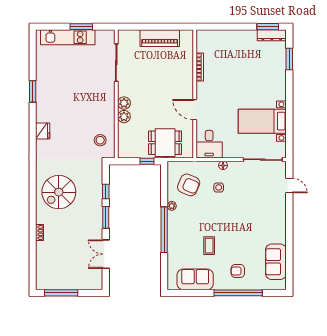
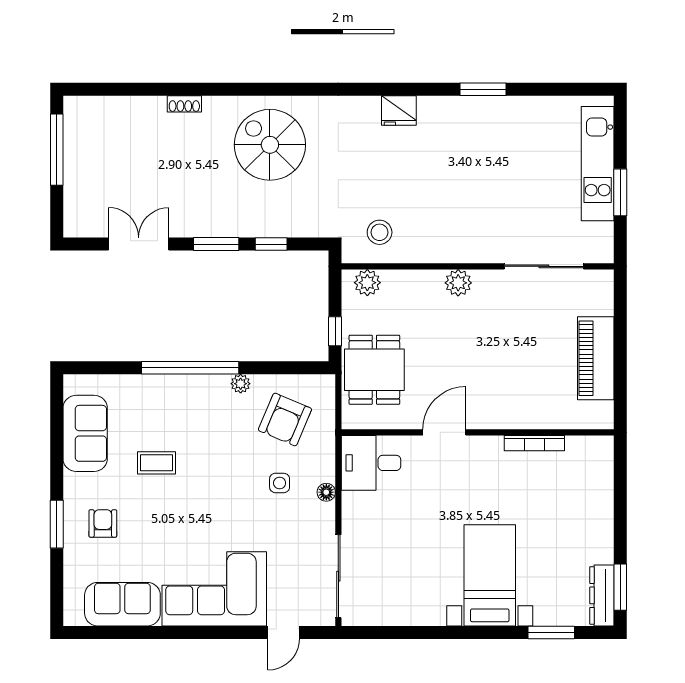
plant: (124, 117) -> (367, 283), moved
bed with nightstands: (262, 121) -> (490, 575), moved
corner sofa: (269, 218) -> (214, 589), added
window: (238, 293) -> (57, 524), width x0.47

